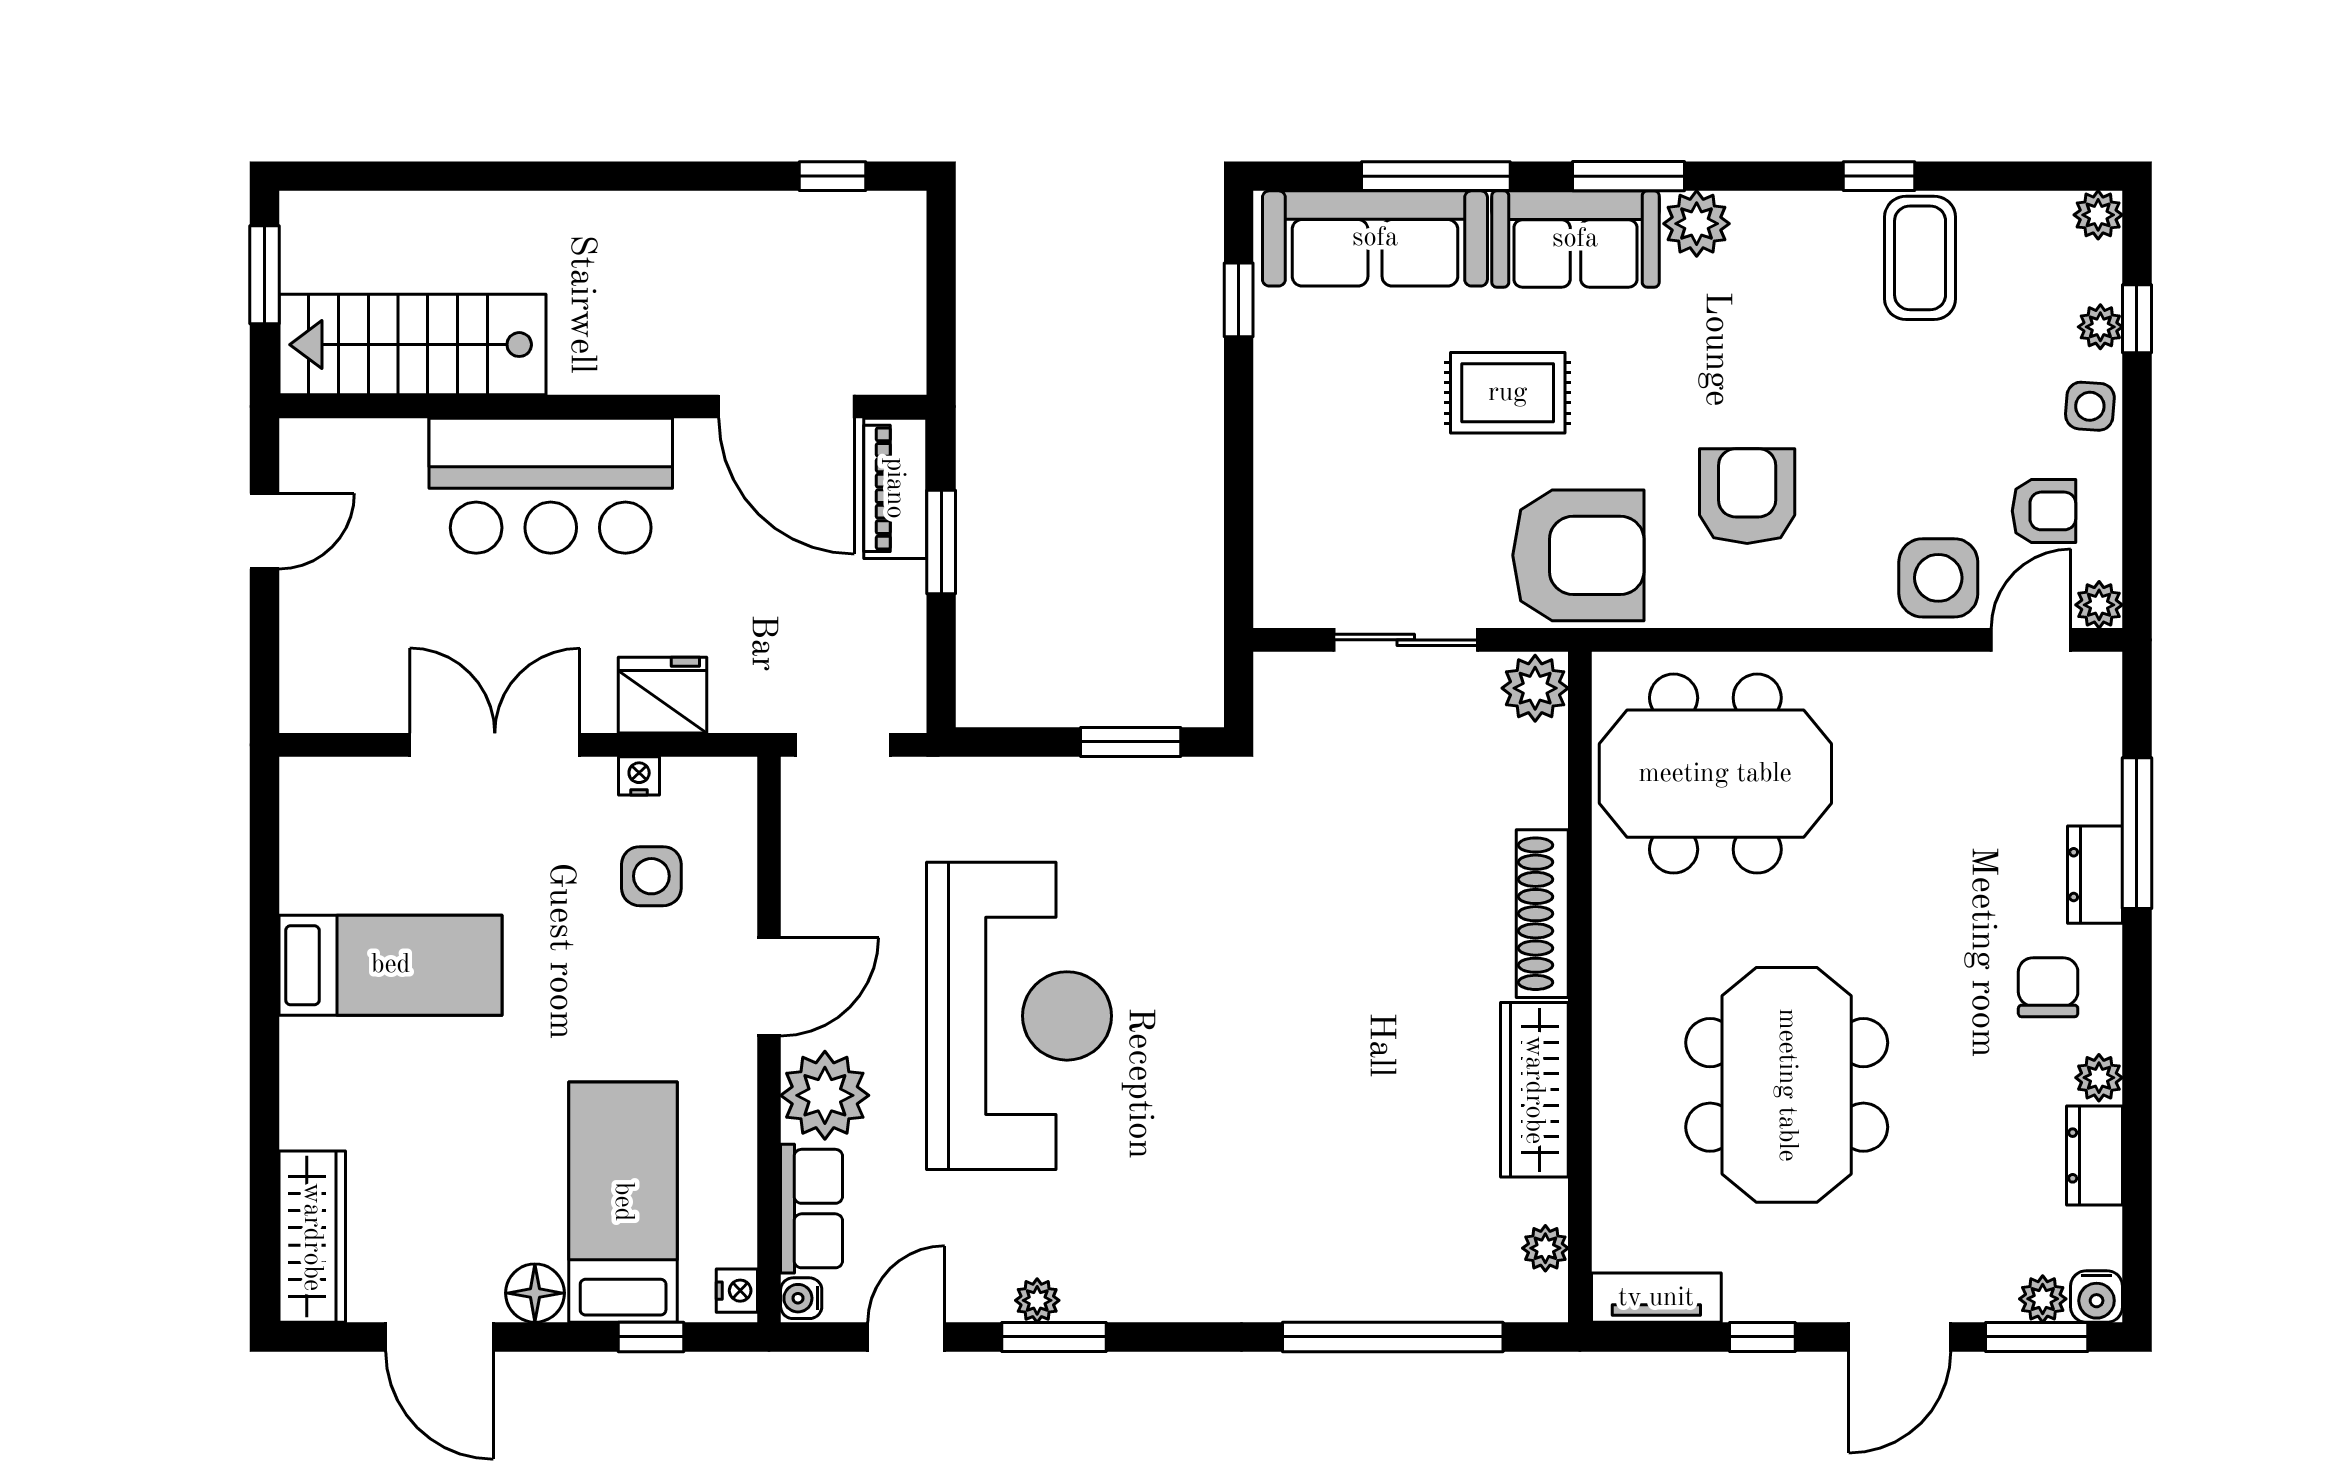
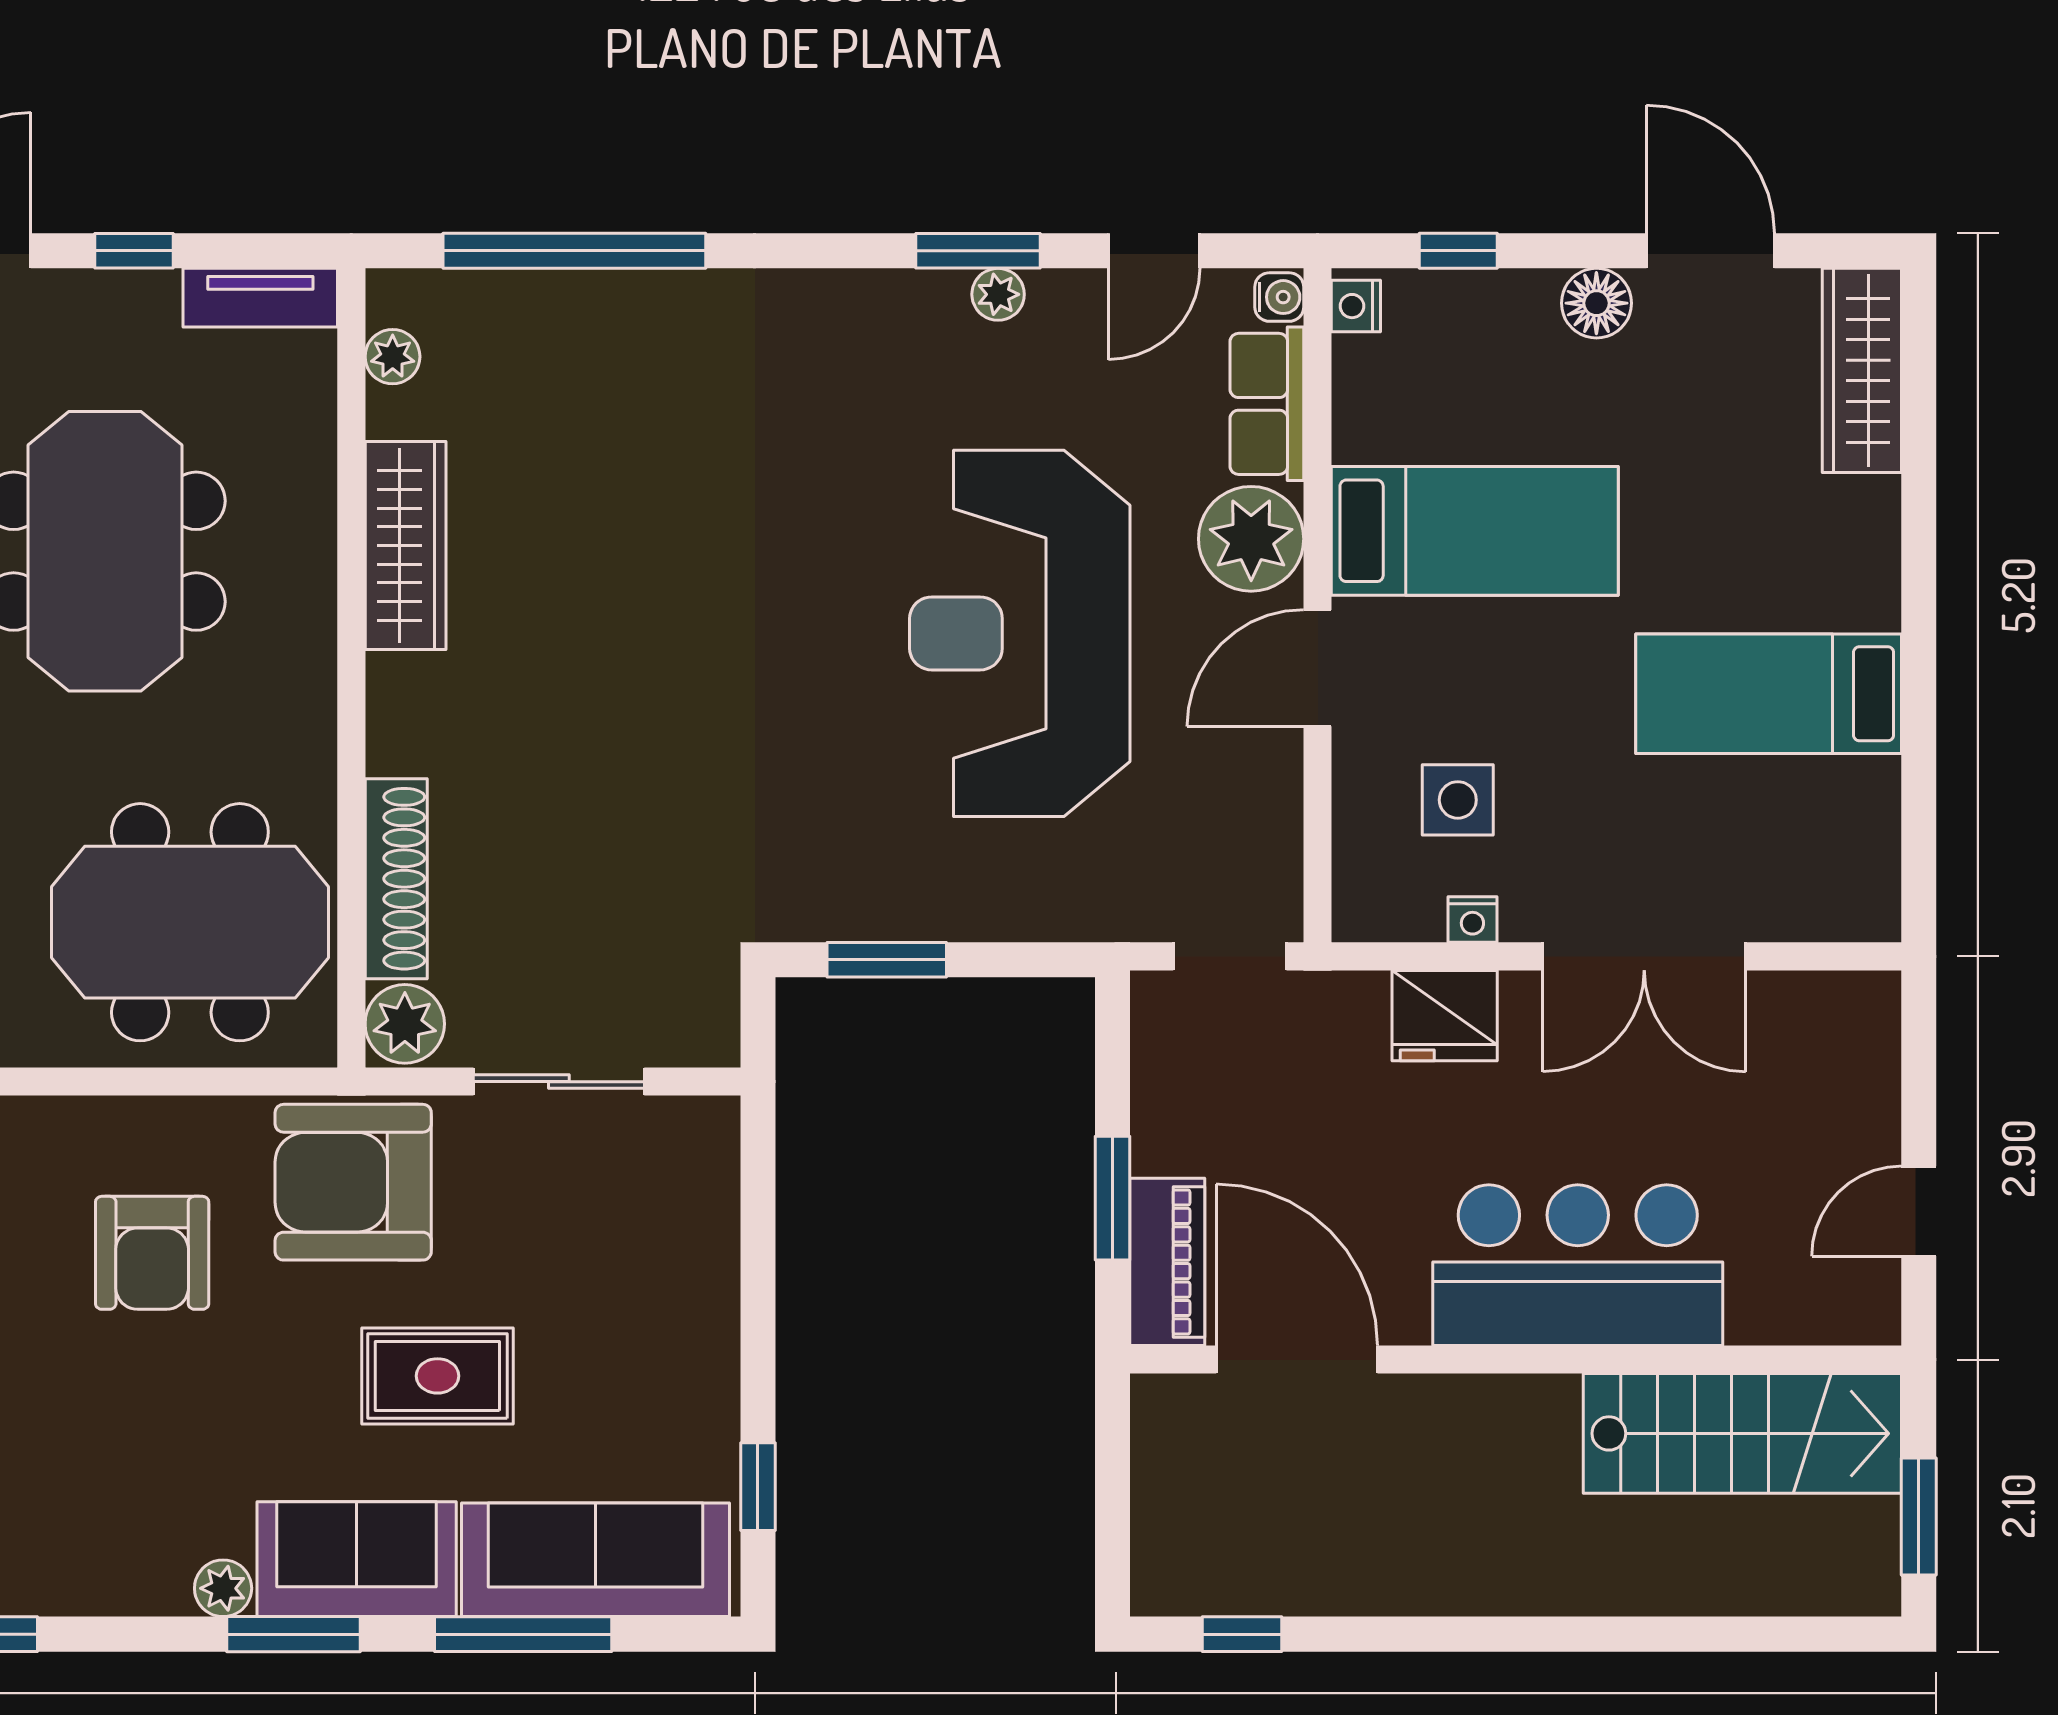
plant: (1697, 224) -> (223, 1588), width x0.73, depth x0.73
shoe rack: (1542, 914) -> (396, 879), moved
bed: (623, 1202) -> (1475, 531), moved, turned -90

